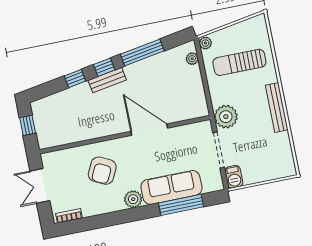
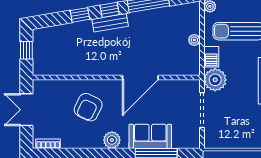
plant: (192, 59) -> (194, 40), moved
door: (149, 130) -> (140, 78), swing flipped
barbecue: (234, 177) -> (211, 57), moved
sofa: (171, 187) -> (150, 136), width x0.73

